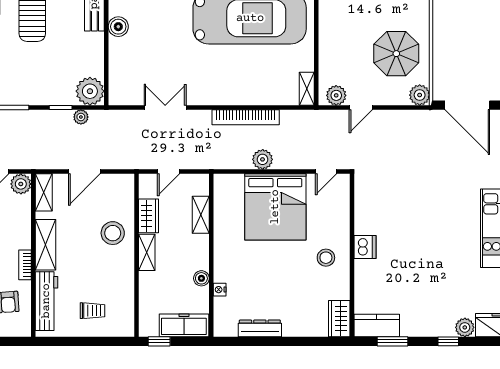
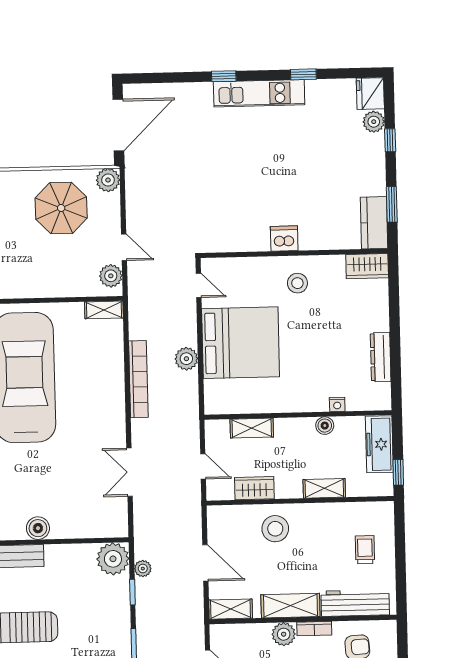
plant: (21, 184) -> (284, 634), moved
shelving: (147, 252) -> (324, 488), moved

